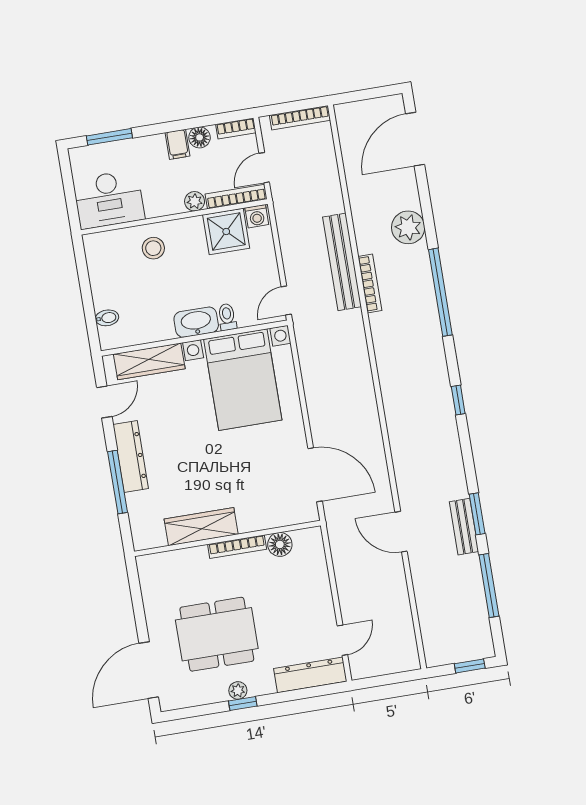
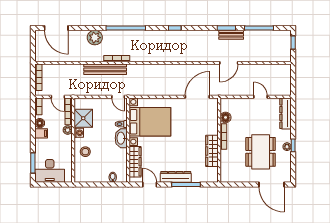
desk: (109, 199) -> (50, 171), moved, turned 90
washing machine: (257, 216) -> (79, 133), moved
door: (342, 640) -> (261, 97), moved

